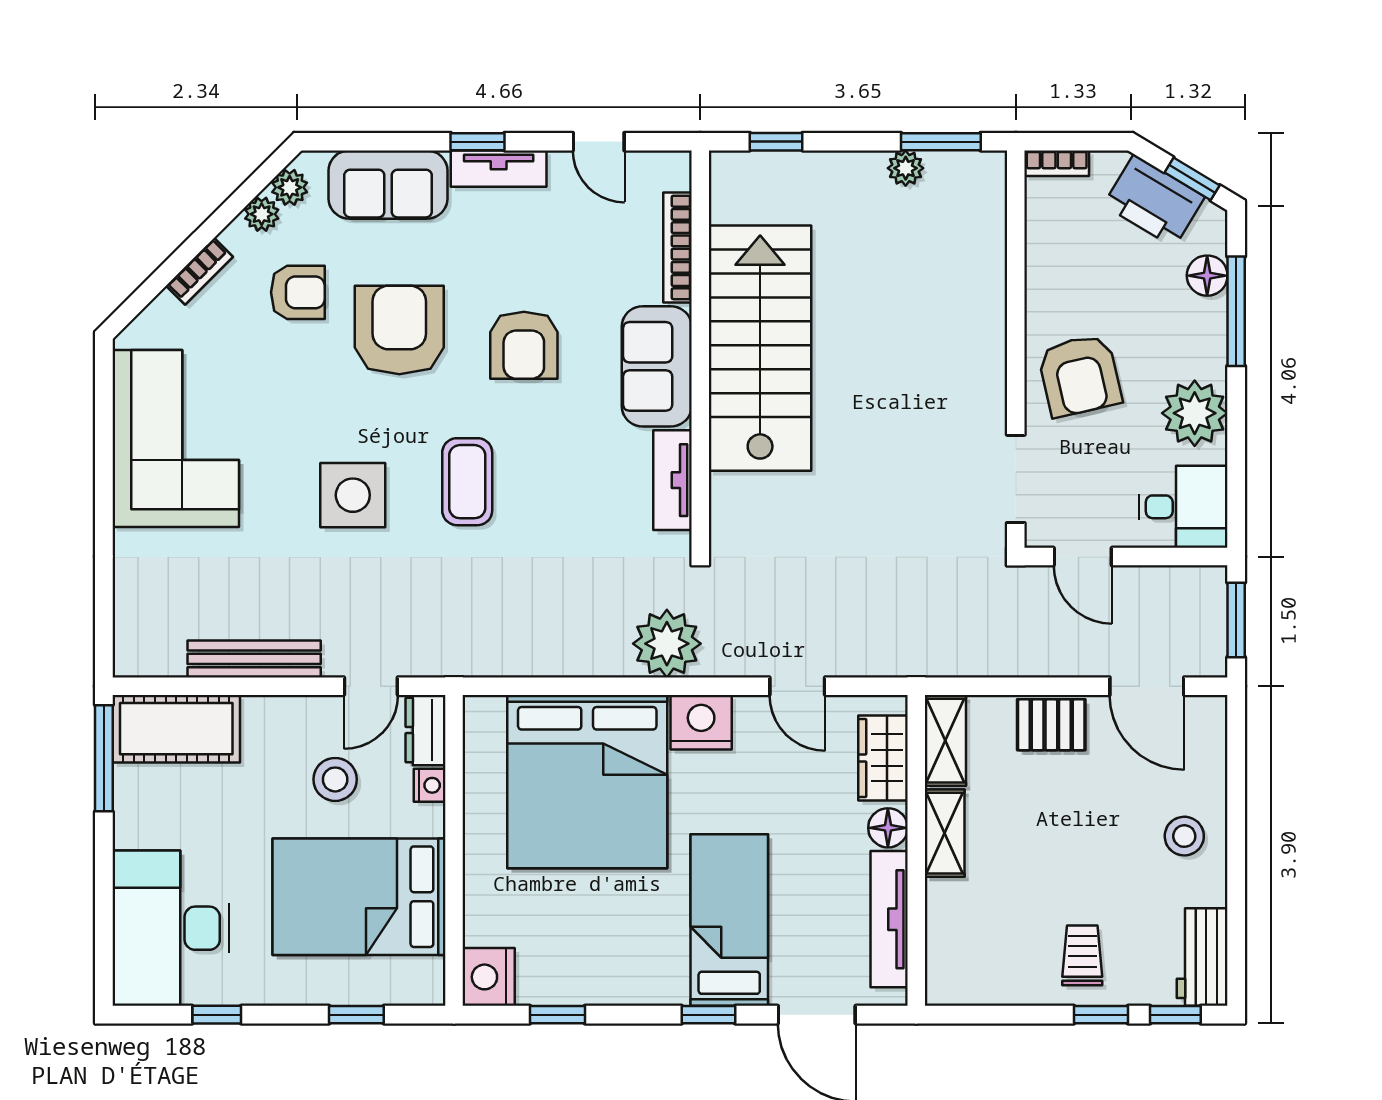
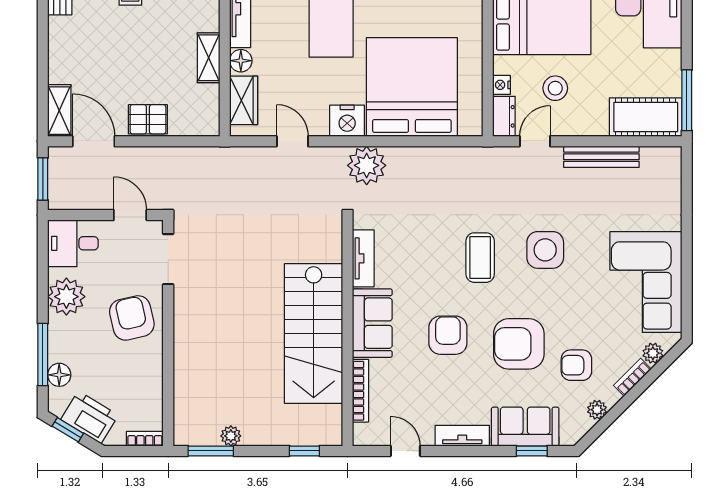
window: (478, 142) -> (532, 451), moved
plant: (290, 187) -> (653, 353), moved
armchair: (399, 330) -> (519, 344), turned 90
shelving: (945, 741) -> (59, 111), moved
stool: (1184, 836) -> (72, 56), removed

